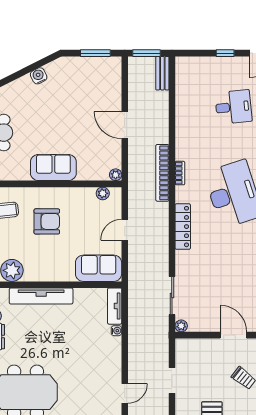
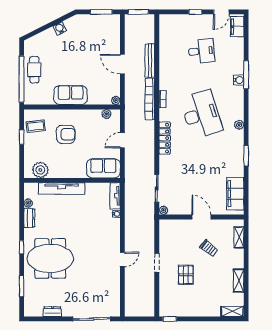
bench: (162, 73) -> (150, 61), moved, width x1.36
doorway: (172, 380) -> (157, 263), moved

